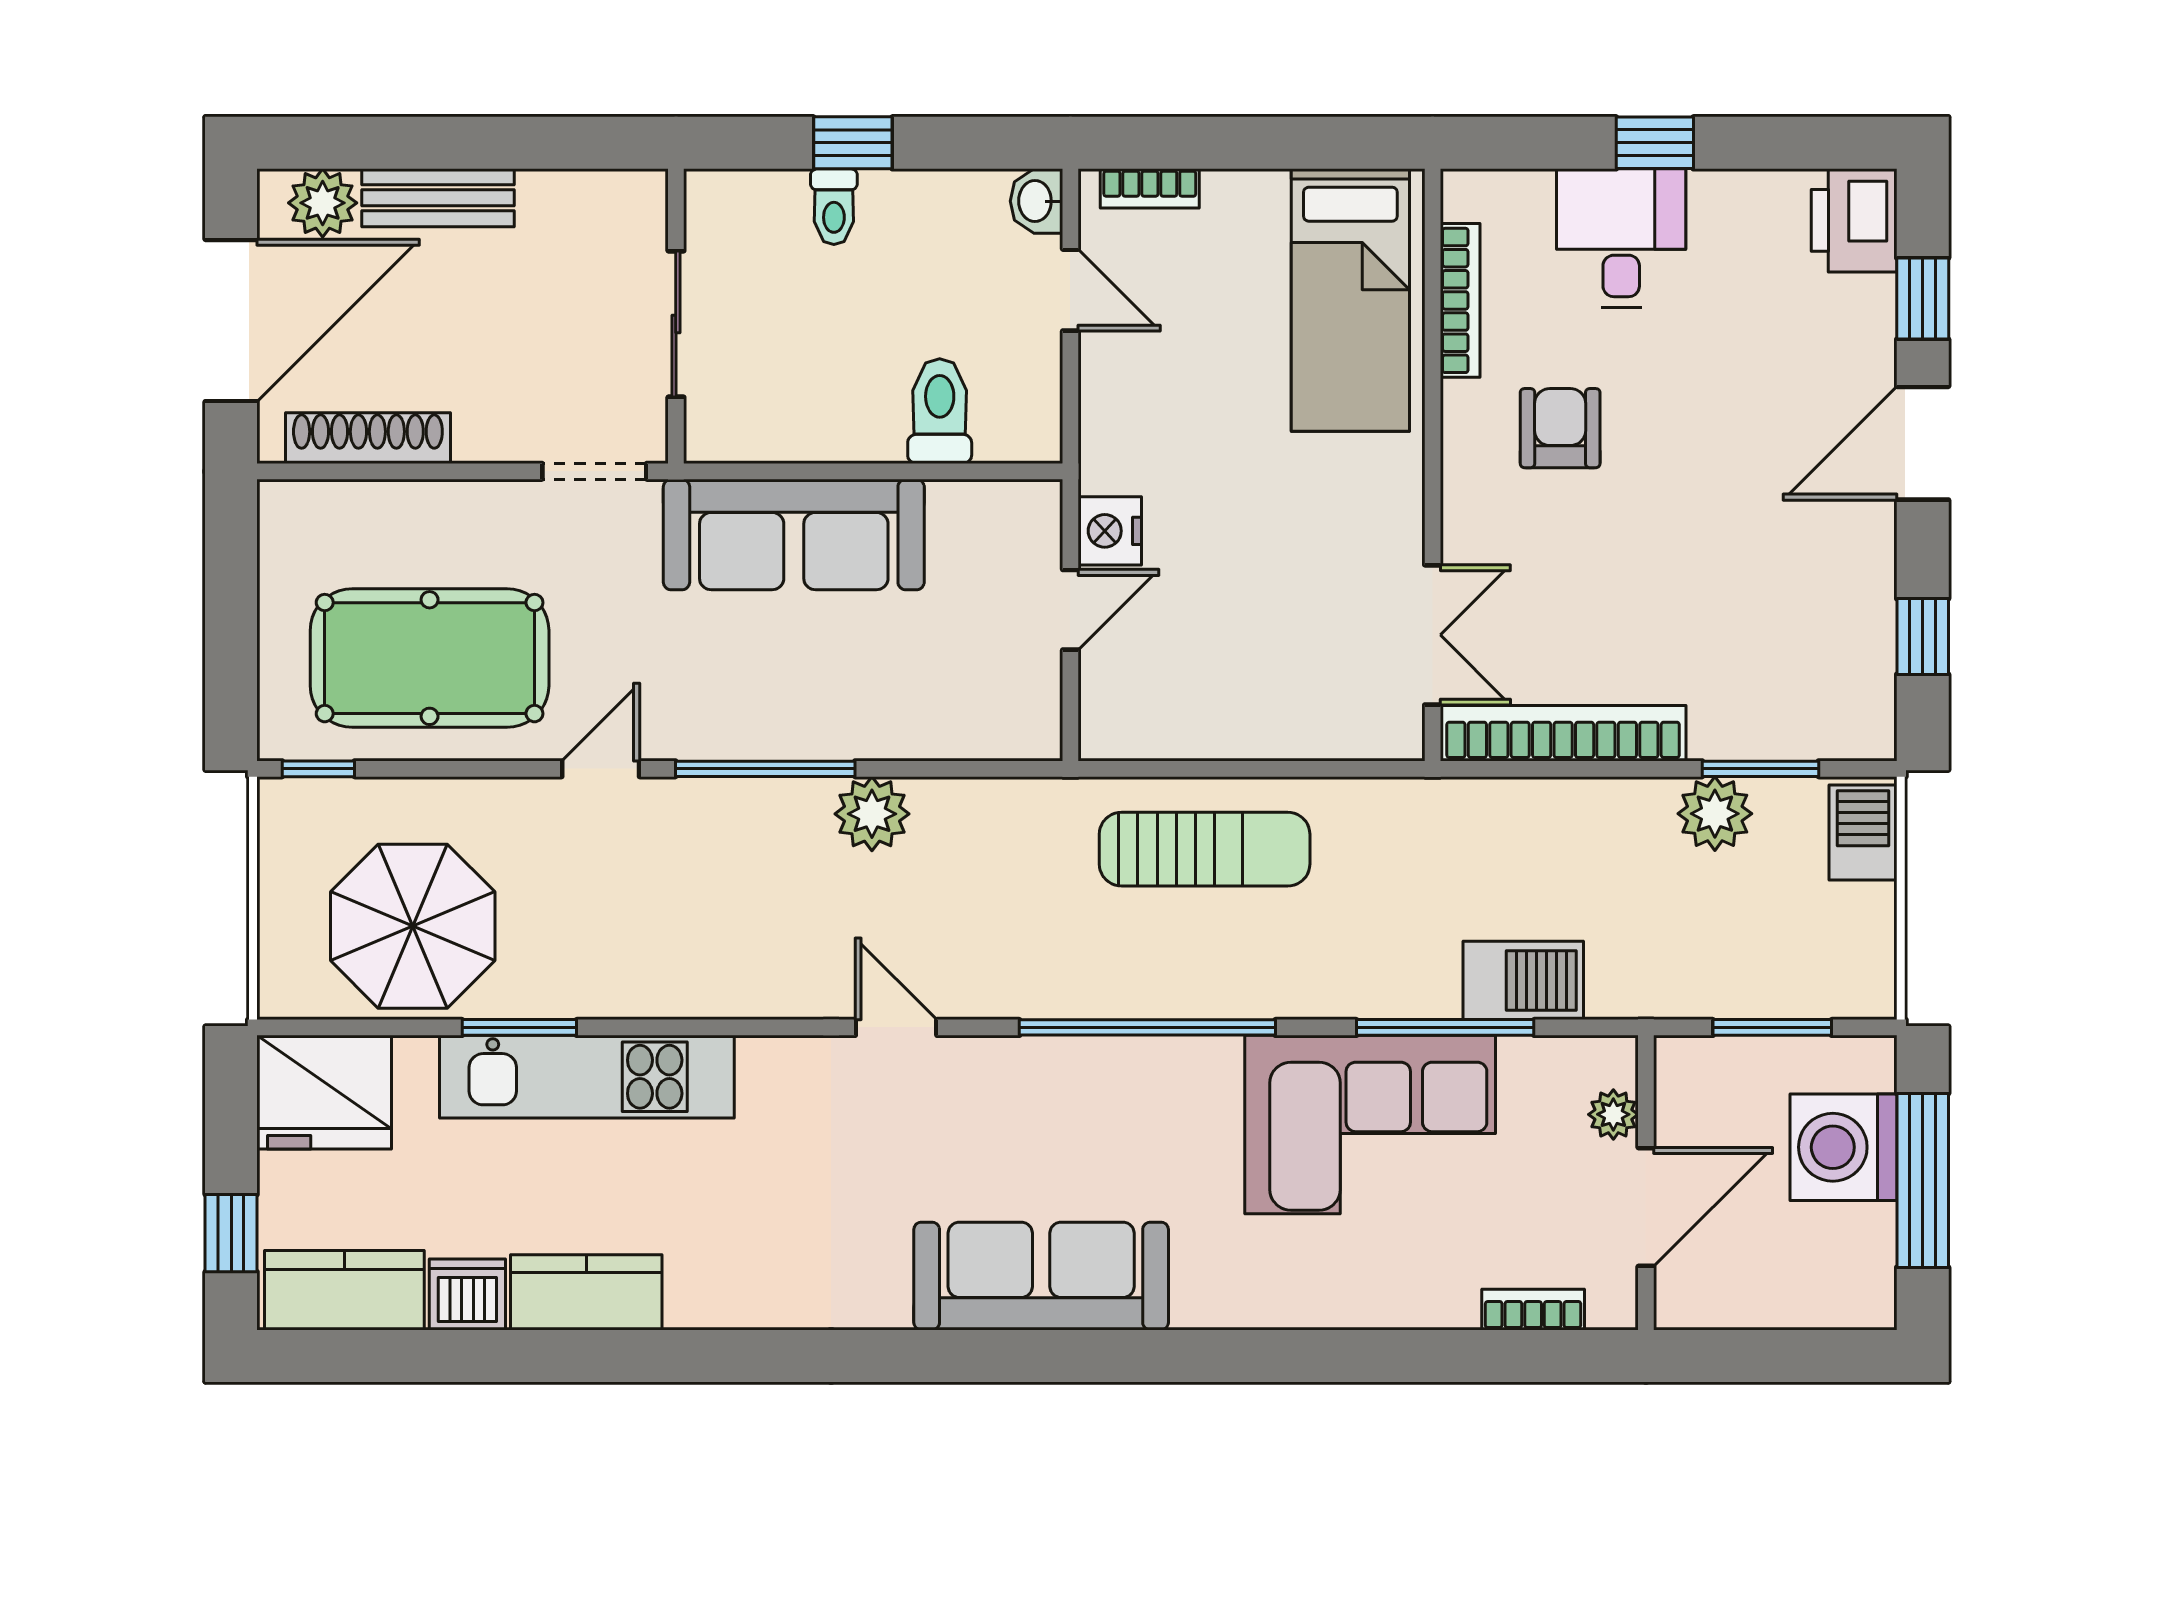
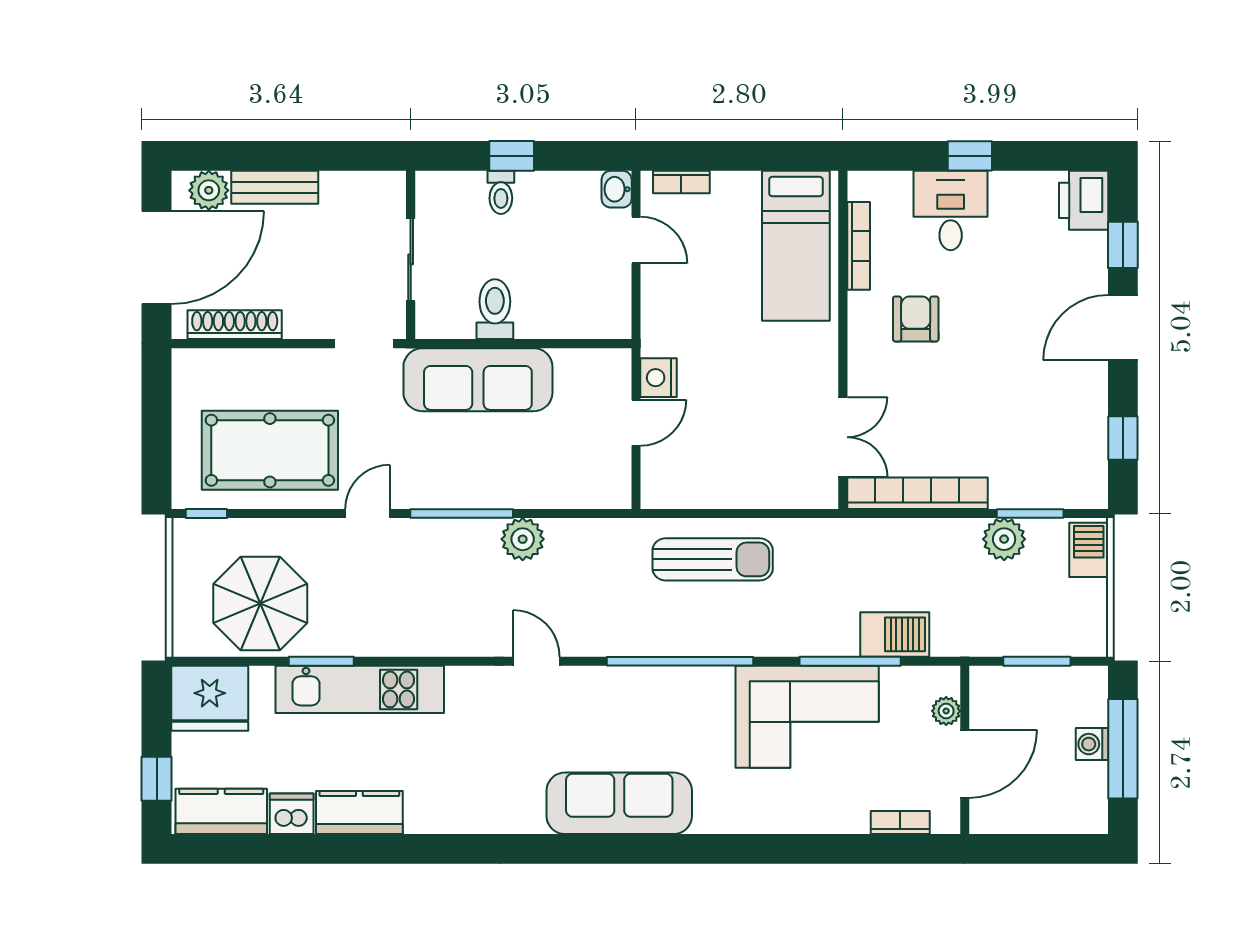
toilet: (940, 411) -> (495, 309), moved
washing machine: (1843, 1147) -> (1092, 744), width x0.53, depth x0.53

